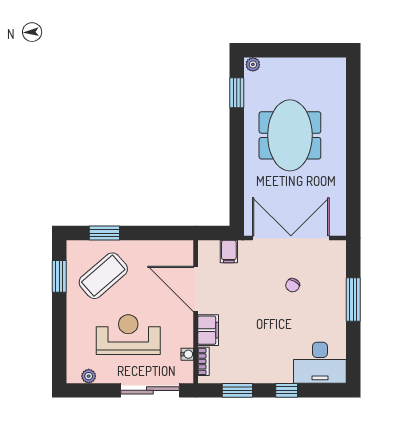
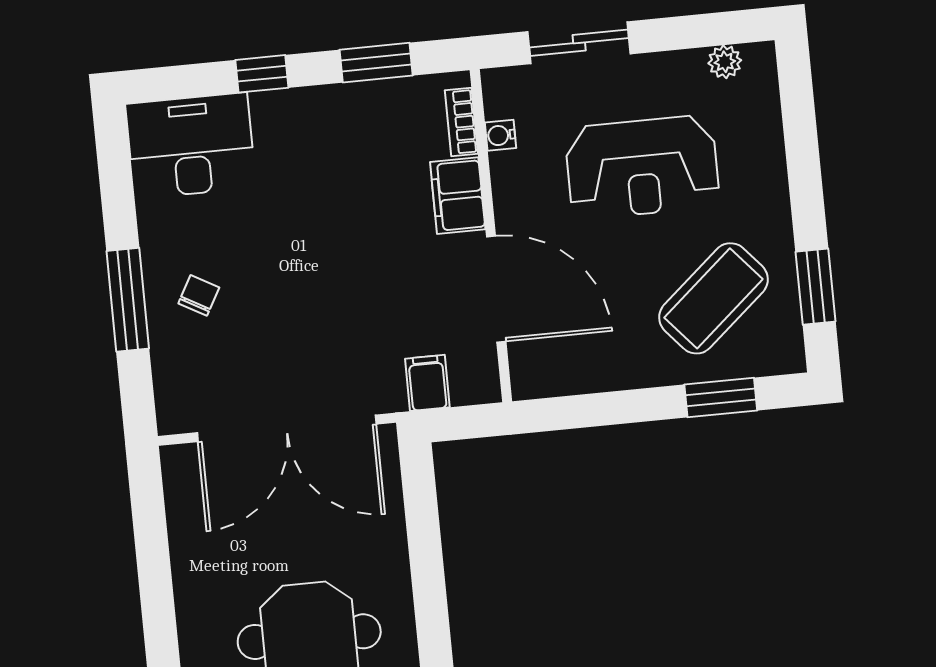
chair: (293, 285) -> (199, 295), moved
sliding door: (150, 390) -> (579, 43), width x0.73

